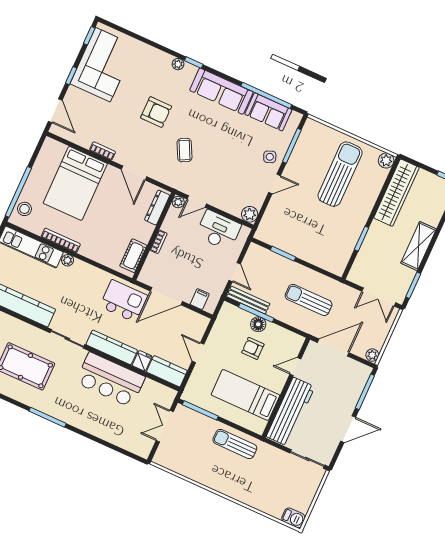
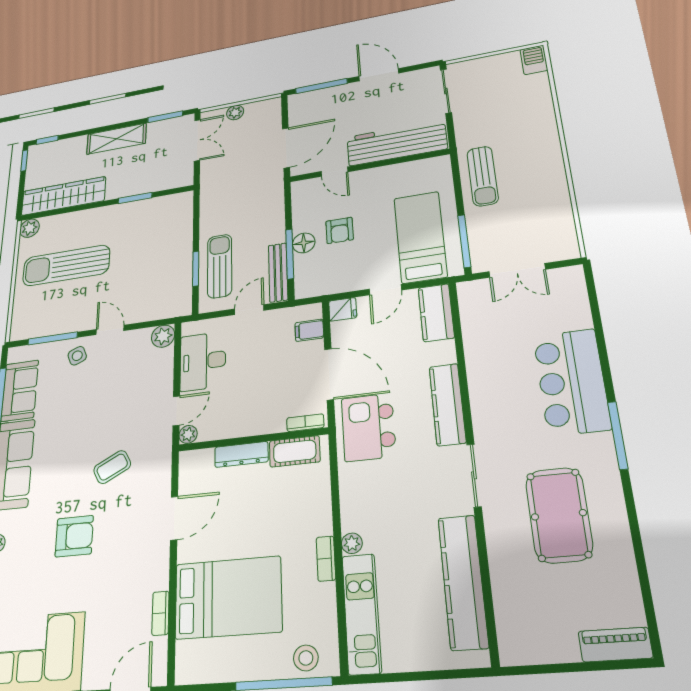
armchair: (156, 112) -> (74, 536), turned 90
bookcase: (102, 151) -> (161, 613), moved
door: (197, 201) -> (176, 411), hinge flipped
dresser: (157, 208) -> (241, 454), moved
bookcase: (61, 240) -> (326, 559), width x0.64
bookcase: (159, 242) -> (305, 423), moved
sun lounger: (309, 300) -> (220, 266), moved, turned 180
door: (333, 348) -> (286, 148), swing flipped
plant: (372, 355) -> (235, 112), moved
fridge: (142, 361) -> (343, 309), moved, turned 180
bar counter: (110, 380) -> (572, 382), moved, turned 180
bed: (245, 395) -> (420, 237), moved, turned 180

